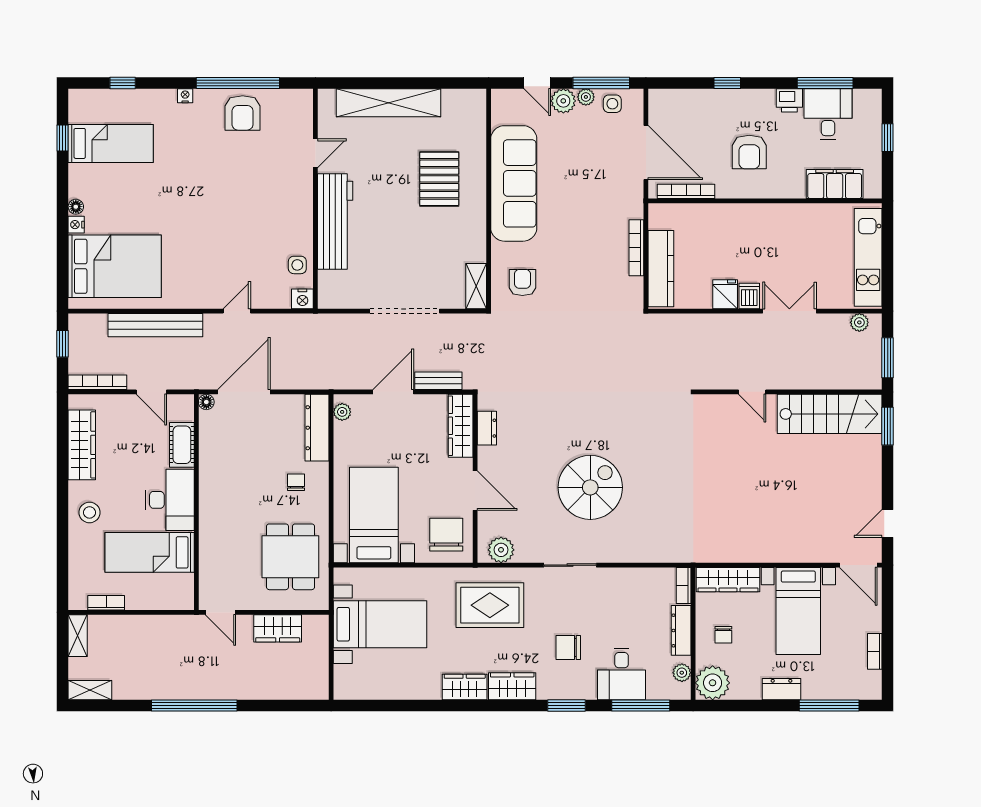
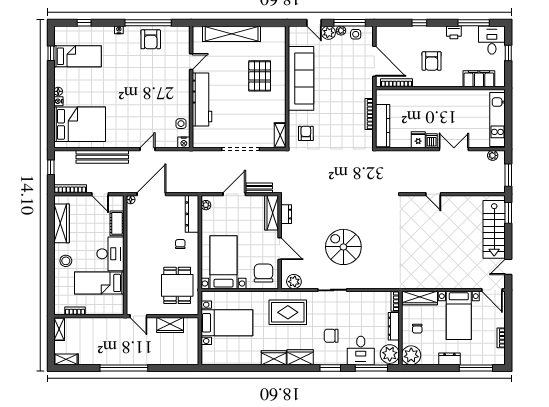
desk: (828, 114) -> (492, 40), moved
stairs: (830, 414) -> (494, 229), moved, turned 90
spiral stairs: (590, 487) -> (343, 247), turned -90
plant: (682, 673) -> (390, 354), width x1.88, depth x1.88

